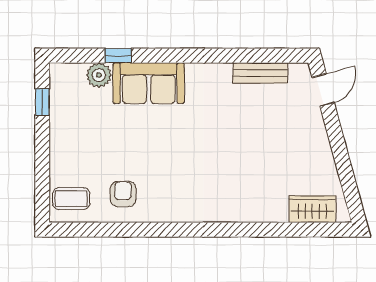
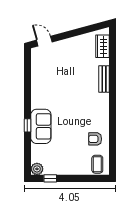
window: (118, 56) -> (27, 125), moved
bench: (260, 73) -> (104, 79), moved
plant: (99, 75) -> (37, 169), moved

